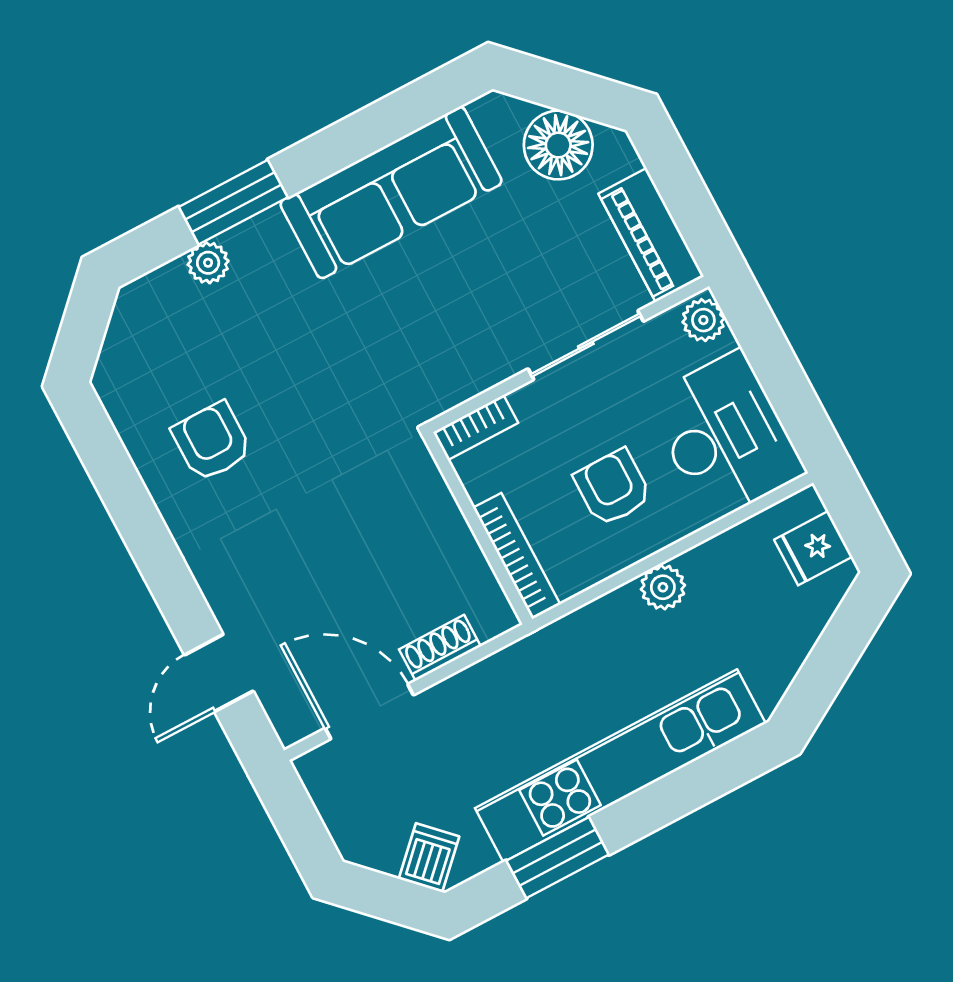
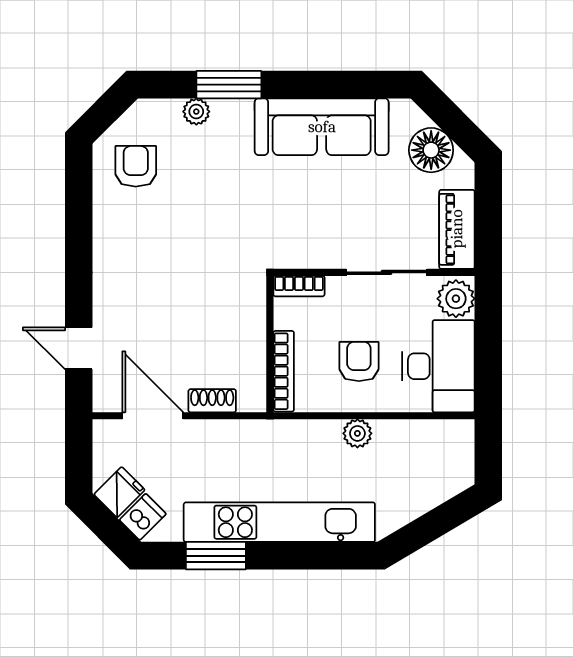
plant: (703, 320) -> (456, 299), width x1.38, depth x1.38
armchair: (212, 441) -> (136, 166), moved
fridge: (813, 548) -> (119, 492), moved, turned 135
door: (219, 673) -> (79, 348), hinge flipped

